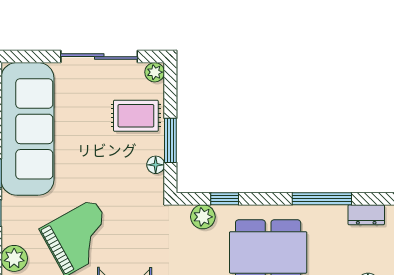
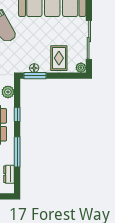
window: (170, 140) -> (35, 76), moved
window: (225, 199) -> (17, 114), moved

